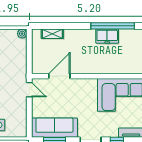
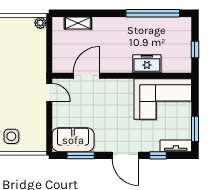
freezer: (107, 36) -> (147, 64), moved, turned 180
sofa: (54, 128) -> (73, 140), width x0.73

